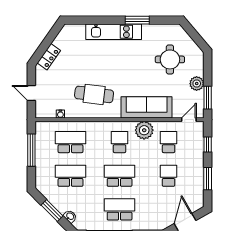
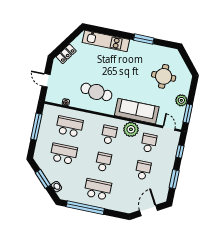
kitchen unit: (114, 32) -> (106, 41), moved
door: (189, 120) -> (169, 128), hinge flipped
school desk: (120, 176) -> (103, 162), width x0.54

